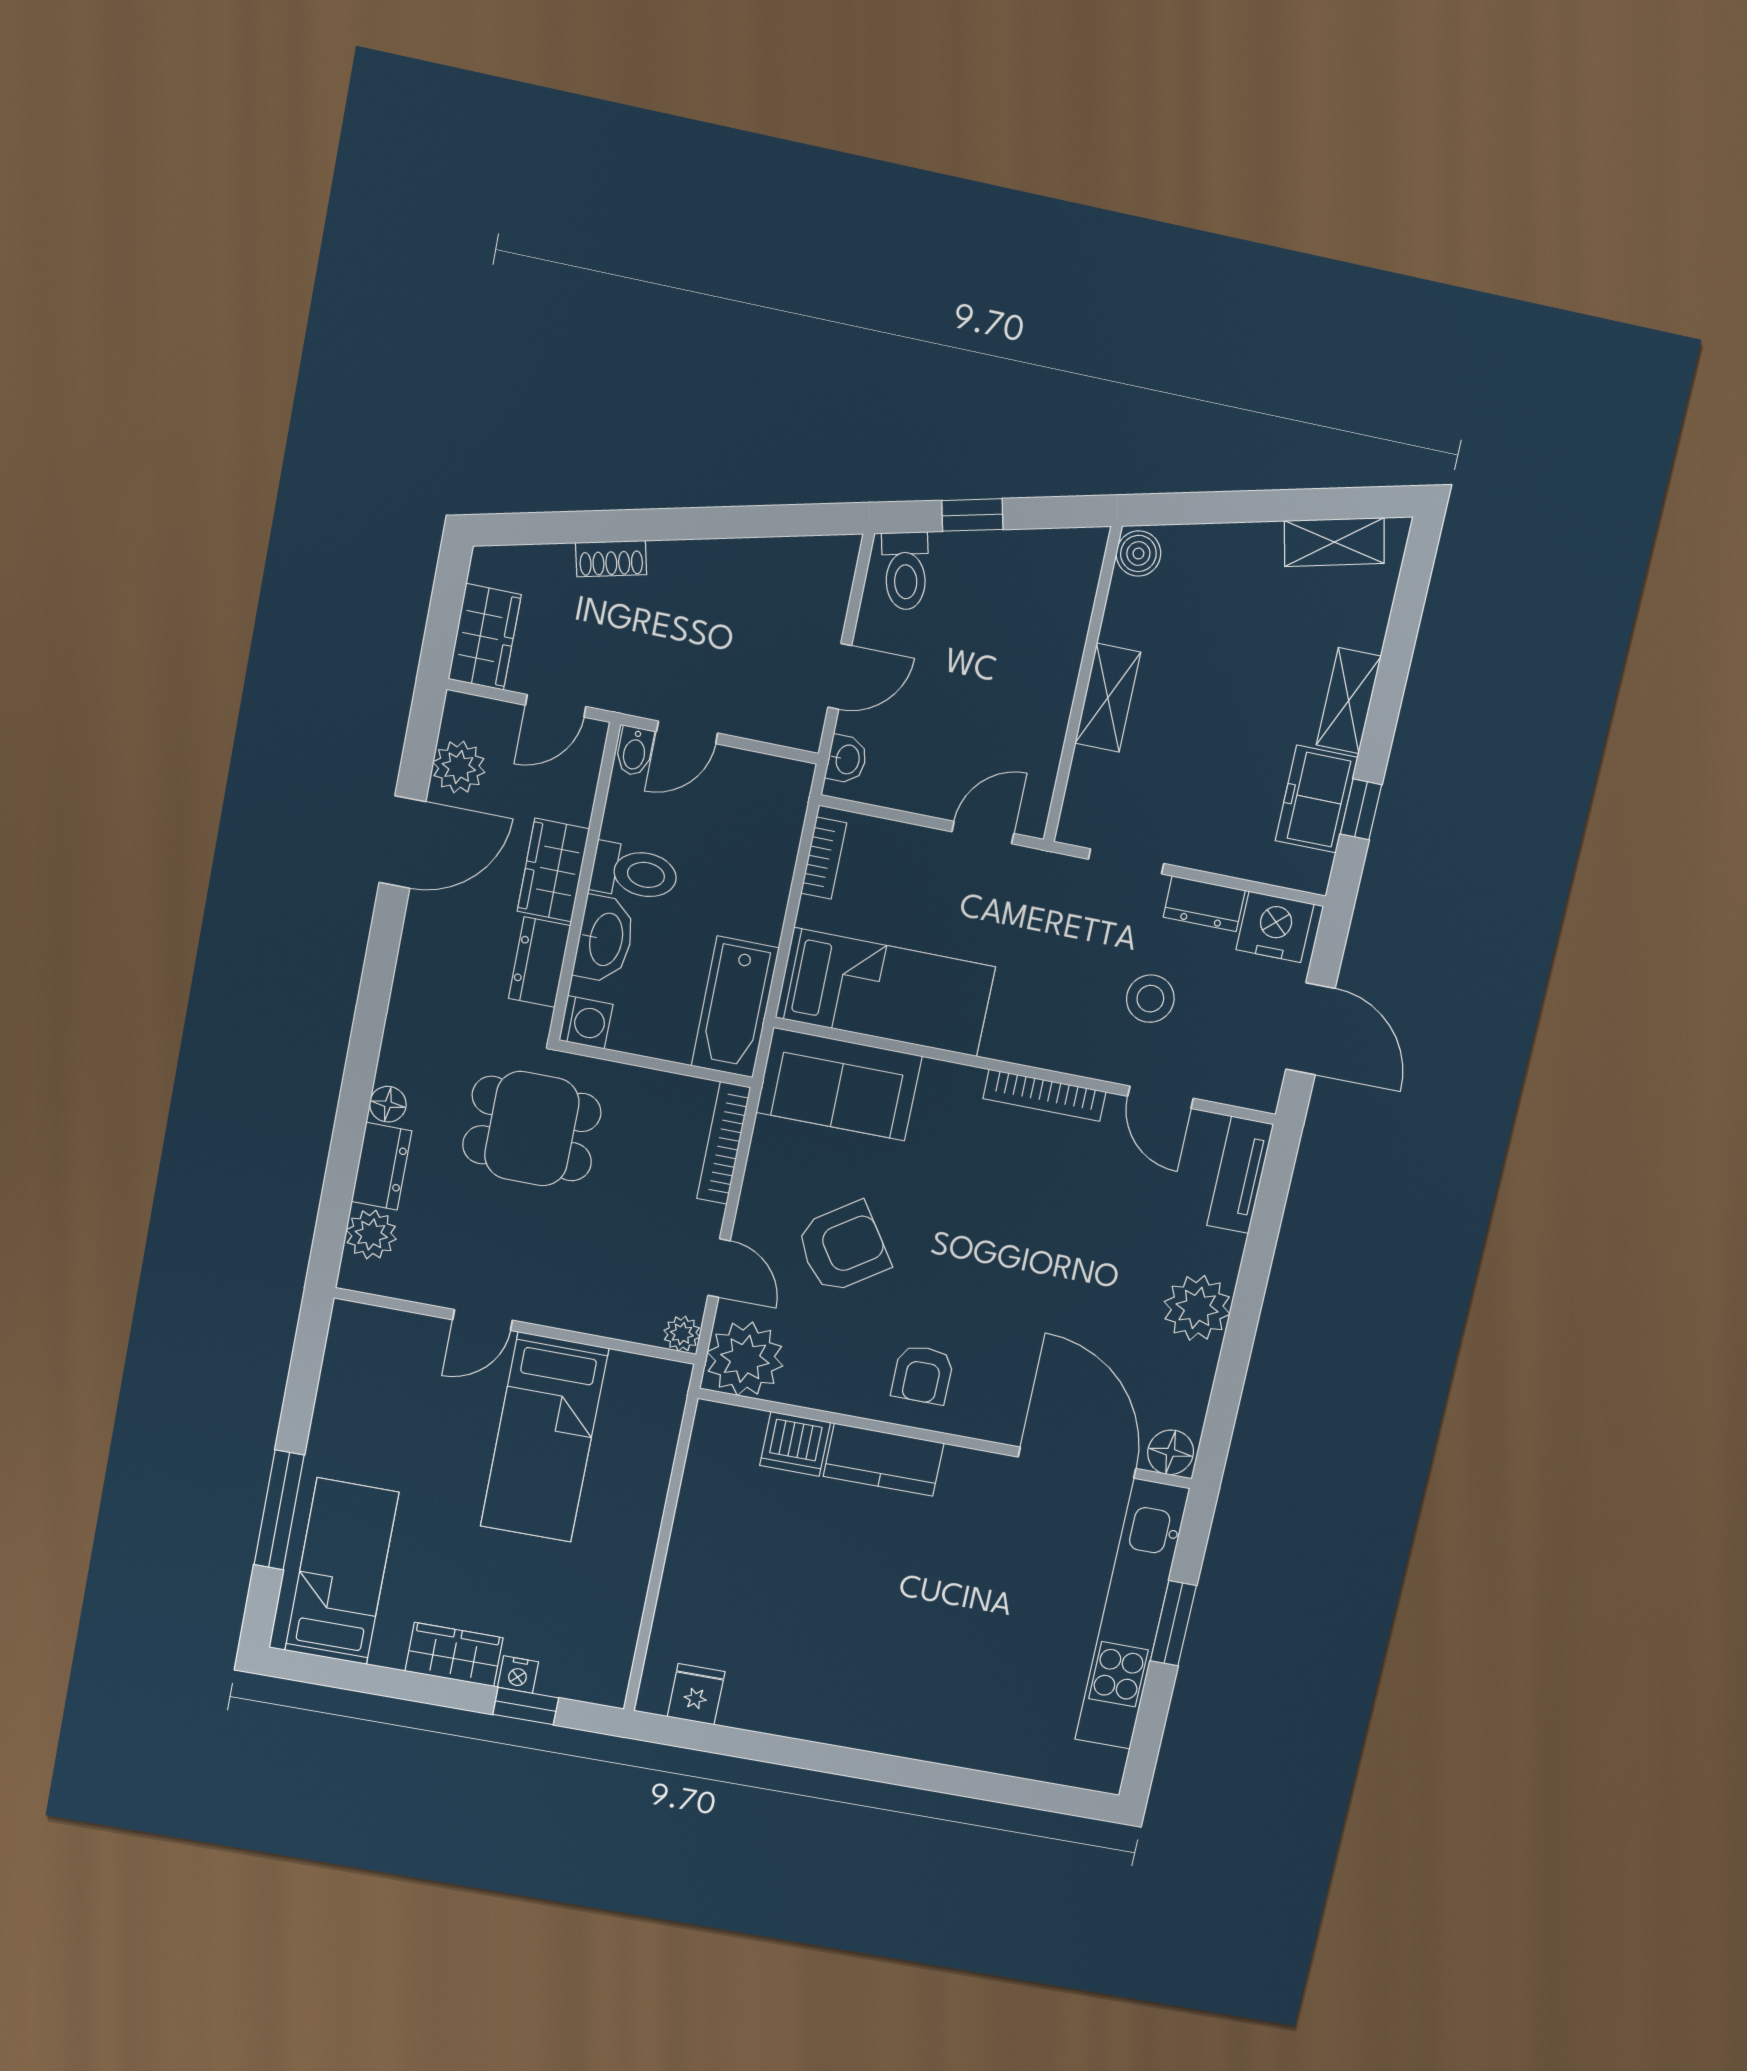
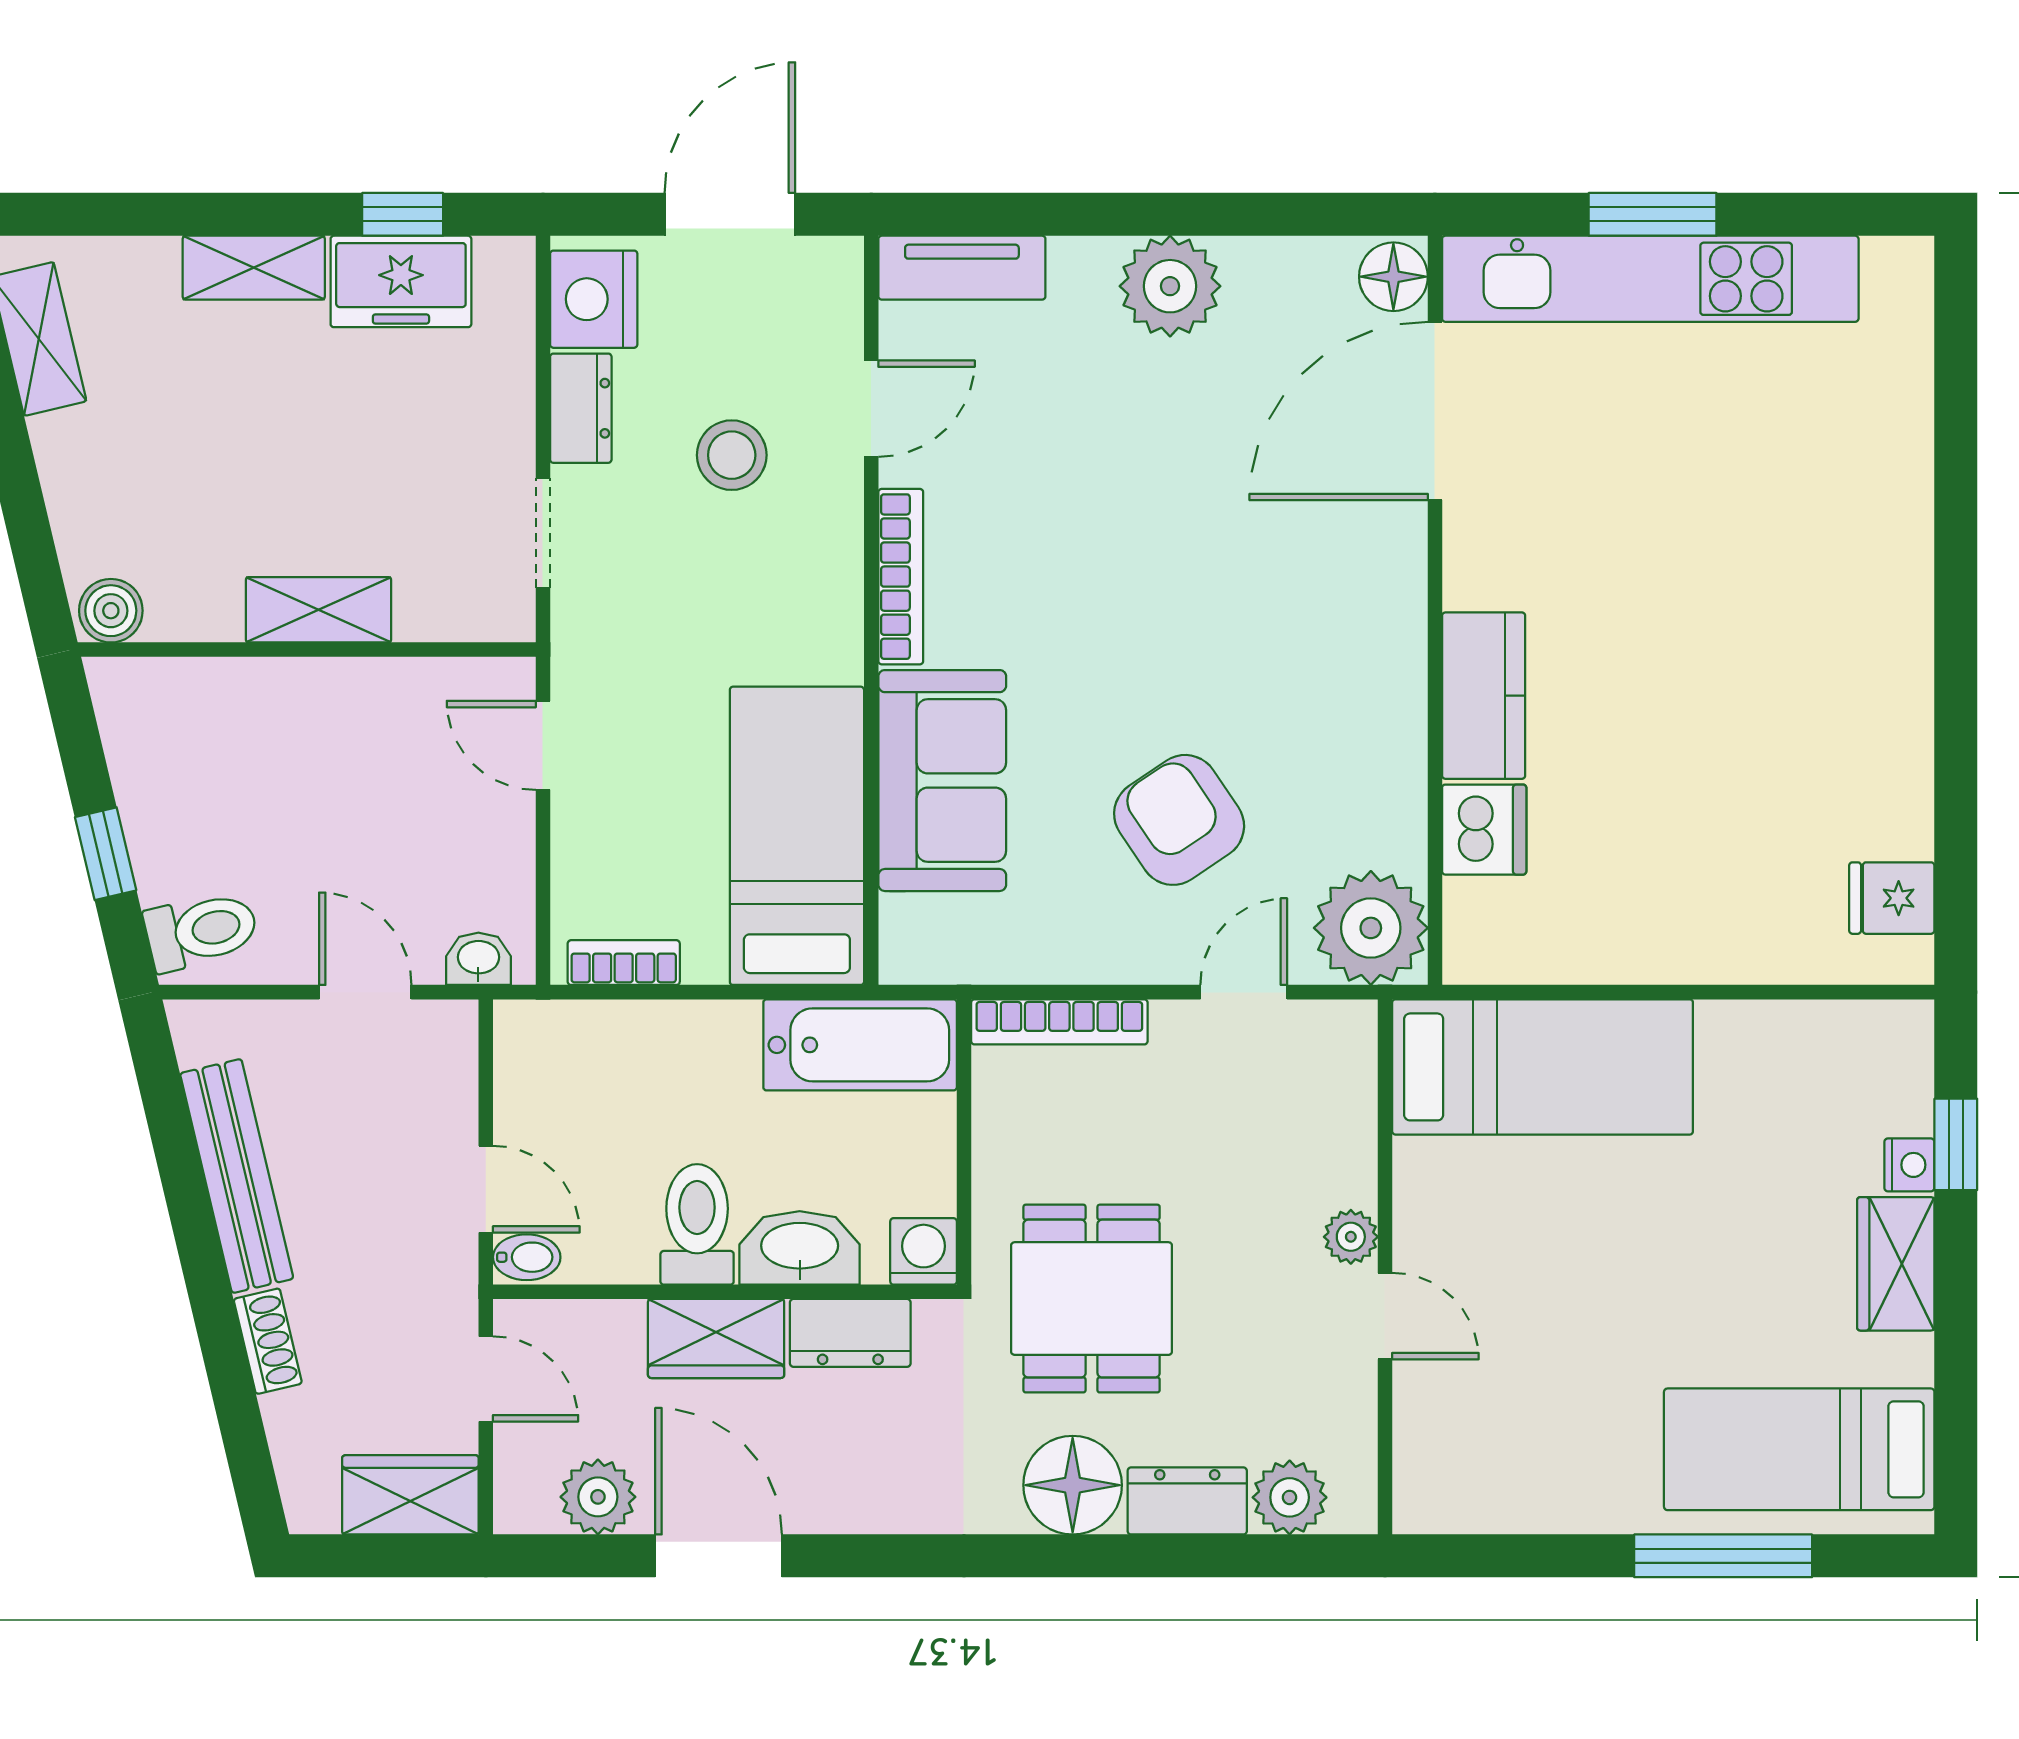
bench: (731, 561) -> (237, 1176), added
sofa: (839, 1084) -> (942, 781), moved
floor lamp: (388, 1104) -> (1073, 1485), width x1.89, depth x1.89
plant: (682, 1334) -> (1351, 1237), moved
armchair: (922, 1375) -> (1345, 666), removed
bed: (545, 1437) -> (1543, 1067), moved

